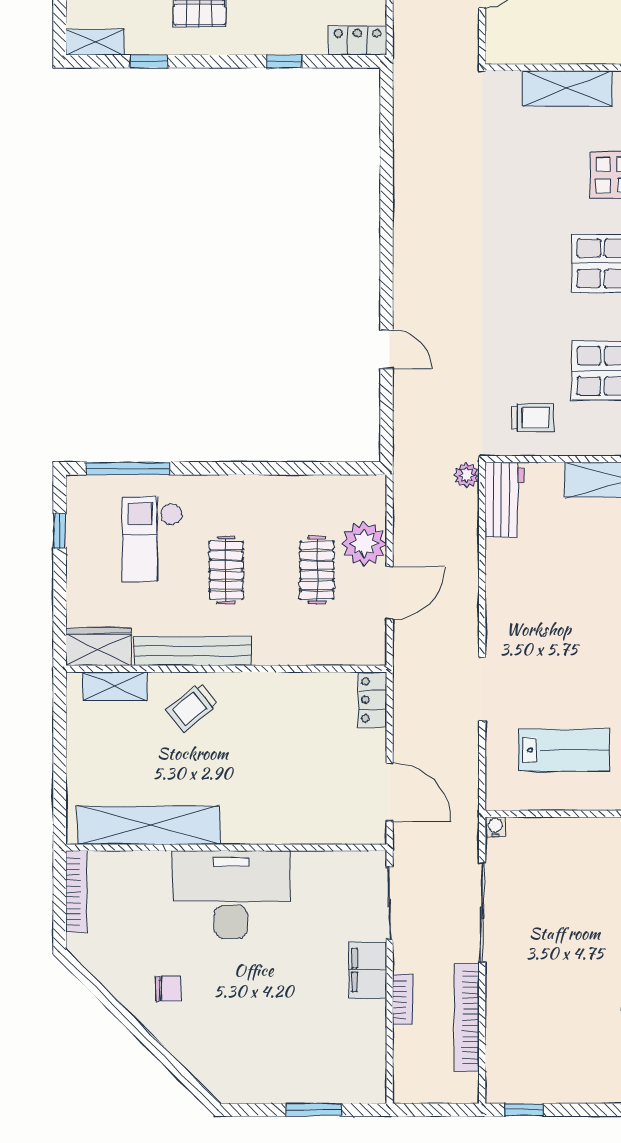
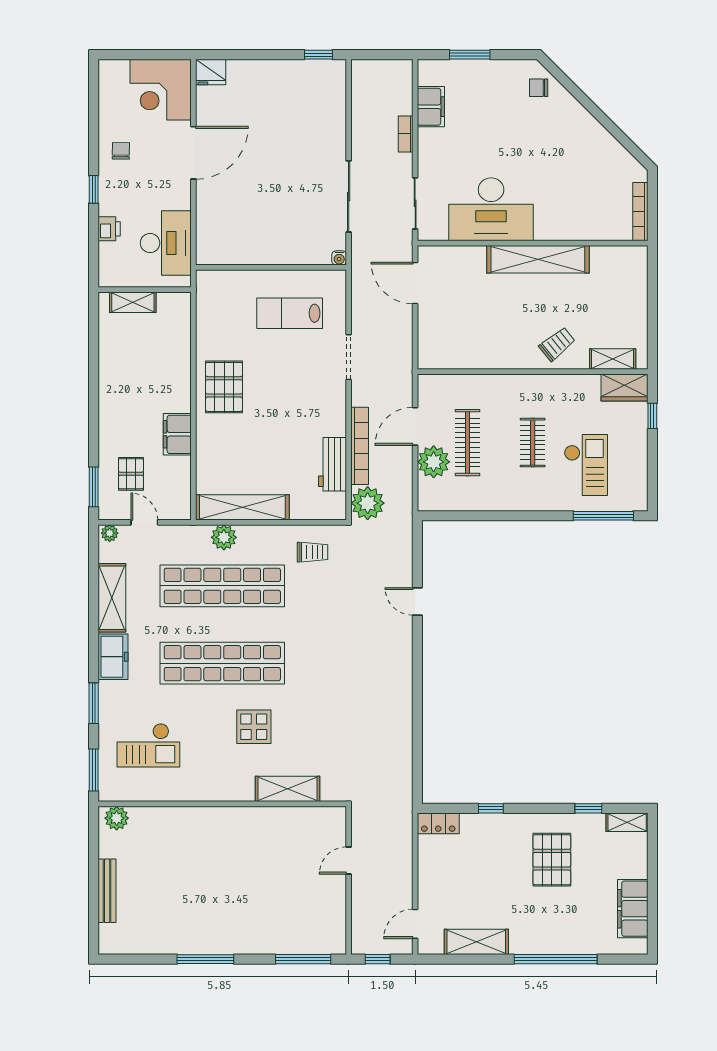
trolley: (532, 418) -> (312, 552), turned 180
plant: (467, 475) -> (368, 503), width x1.88, depth x1.88
workbench: (504, 500) -> (333, 464), moved
window: (60, 531) -> (652, 416), moved
clothes rail: (317, 570) -> (467, 443), width x1.36
bench: (193, 651) -> (557, 384), removed
locker: (372, 700) -> (427, 349), removed
shelving: (148, 825) -> (538, 259), moved
desk: (231, 895) -> (491, 209), moved
filing cabinet: (368, 970) -> (431, 107), moved
chair: (168, 989) -> (539, 88), moved
bookcase: (467, 1017) -> (360, 446), moved

